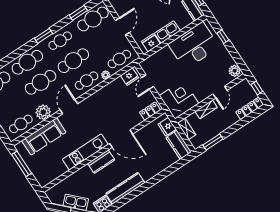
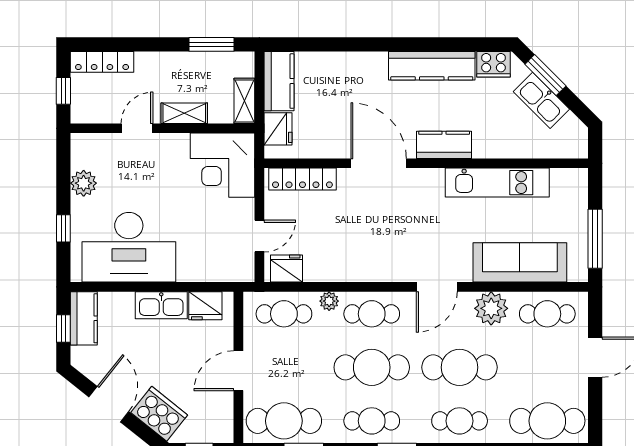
cafe table: (27, 62) -> (460, 421), width x0.73, depth x0.74
plant: (235, 71) -> (84, 183), moved
locker: (150, 111) -> (302, 179), width x1.53
kitchen unit: (85, 152) -> (497, 183), moved

